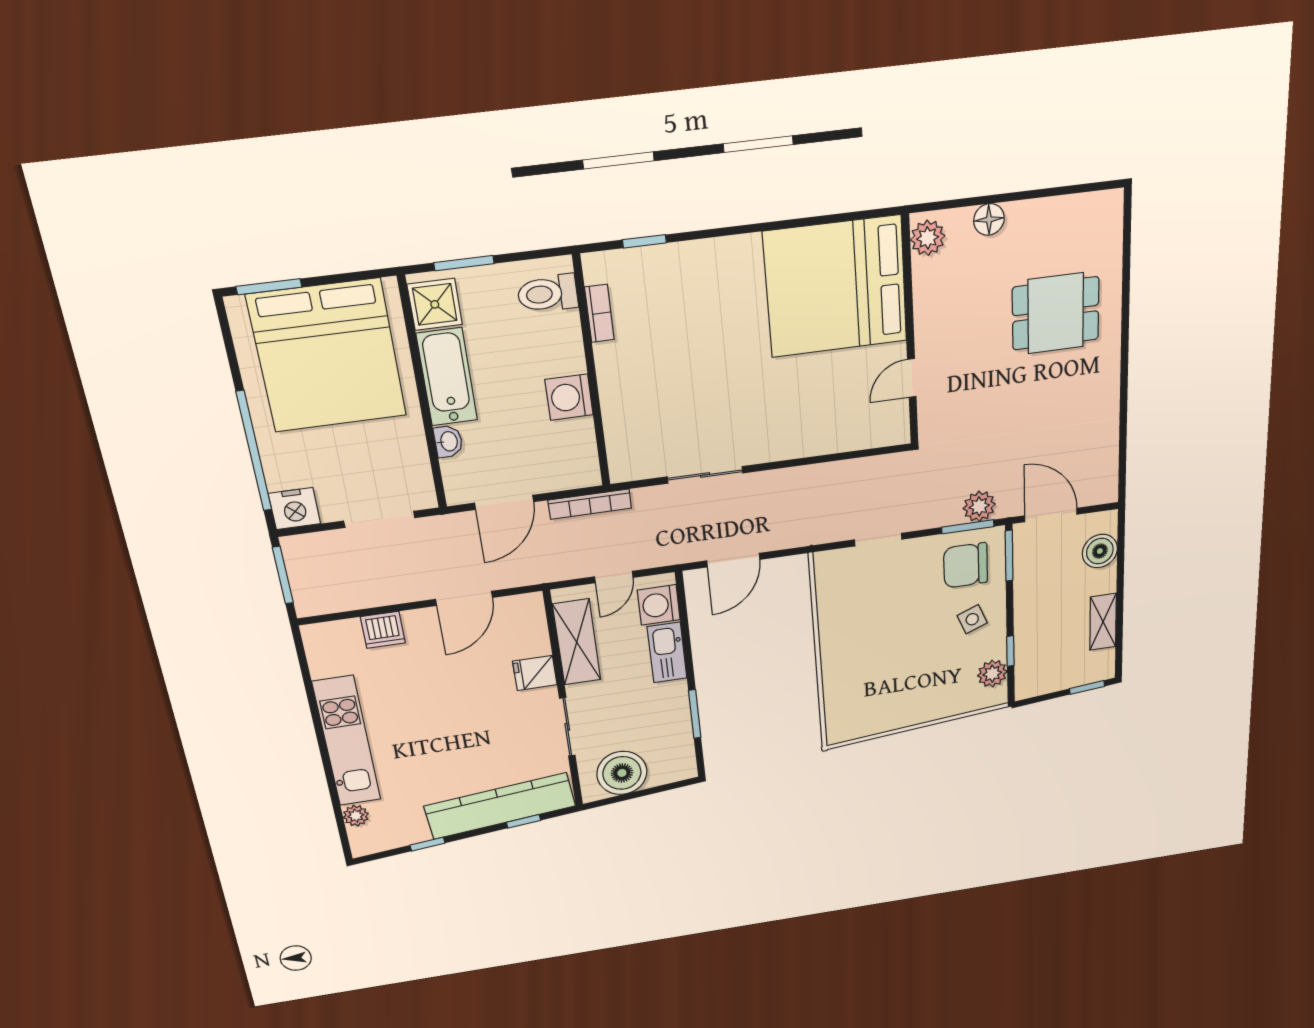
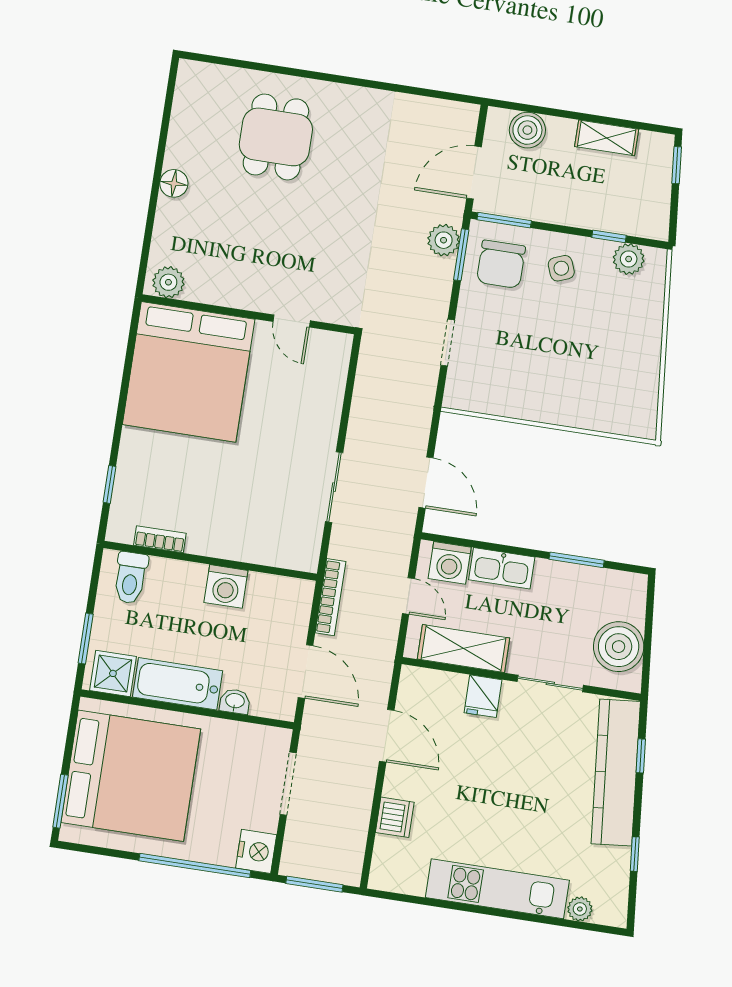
plant: (928, 238) -> (168, 282), moved
bed: (836, 287) -> (189, 372), moved
wall: (910, 332) -> (248, 314), moved
door: (912, 378) -> (292, 321), moved

